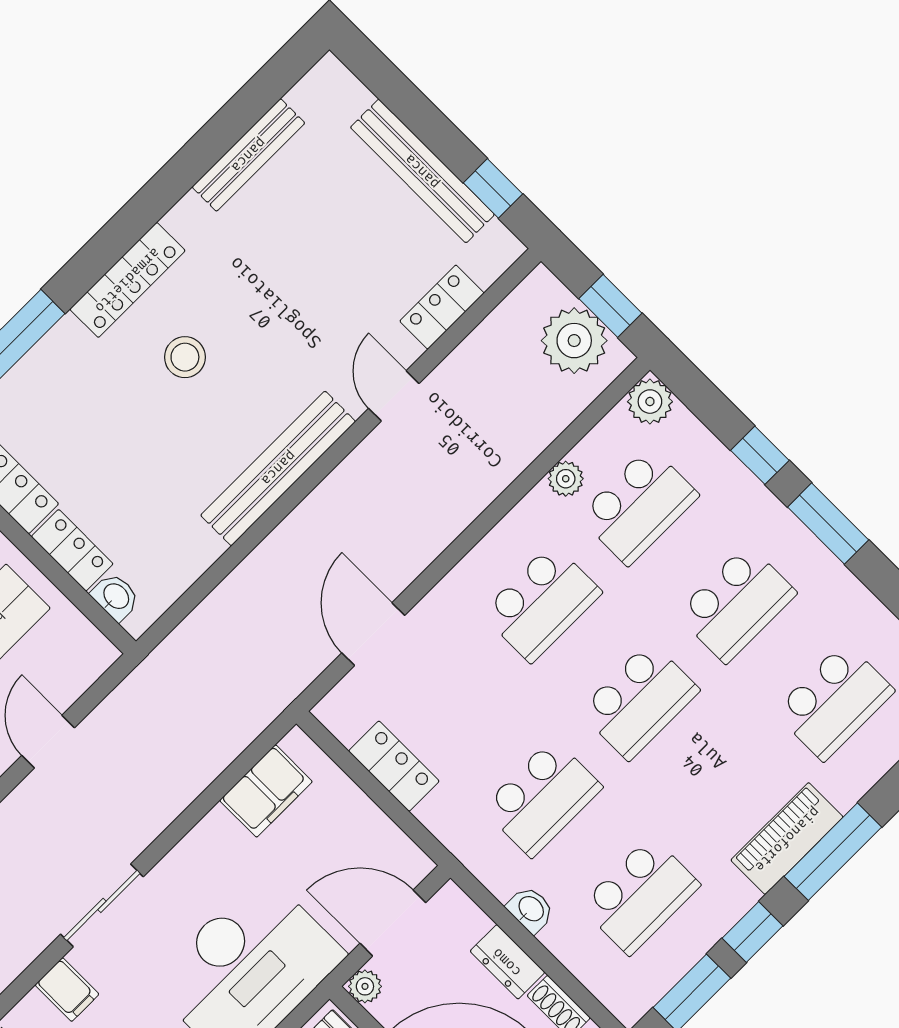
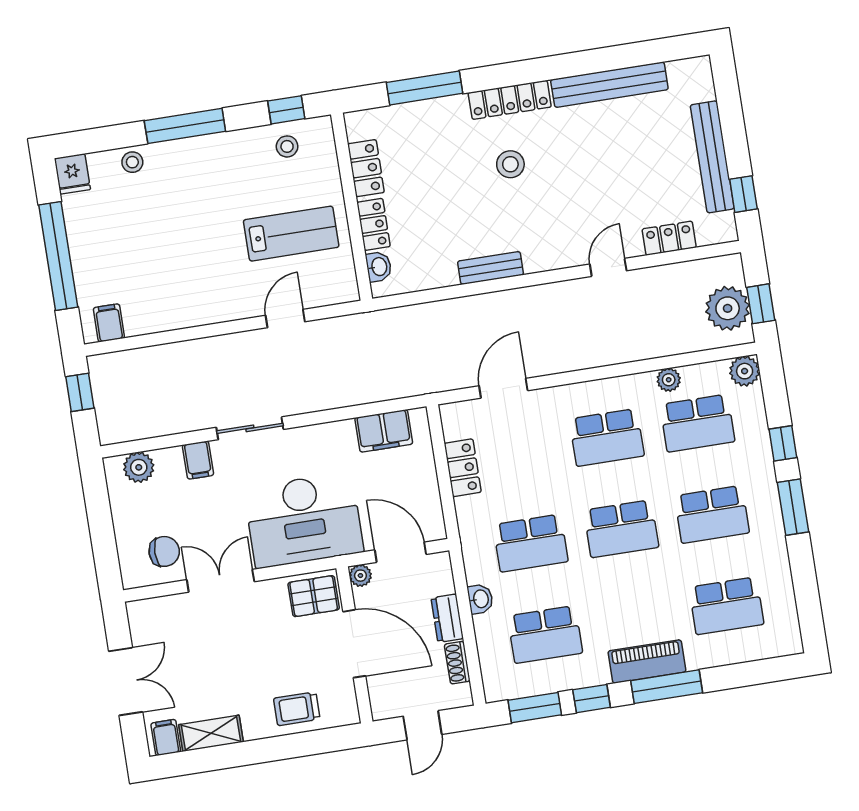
bench: (248, 155) -> (609, 85), width x1.37, depth x1.21
bench: (278, 468) -> (491, 268), width x0.54, depth x0.82

